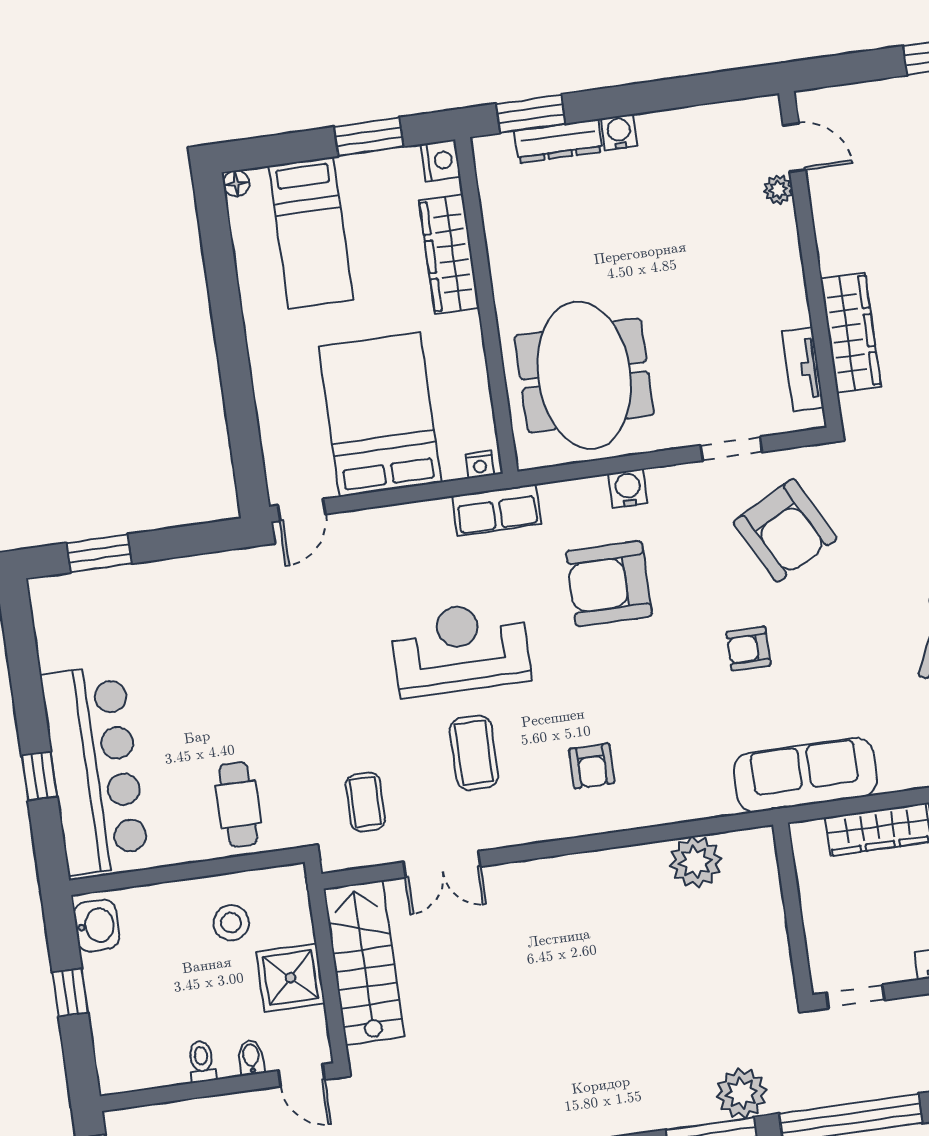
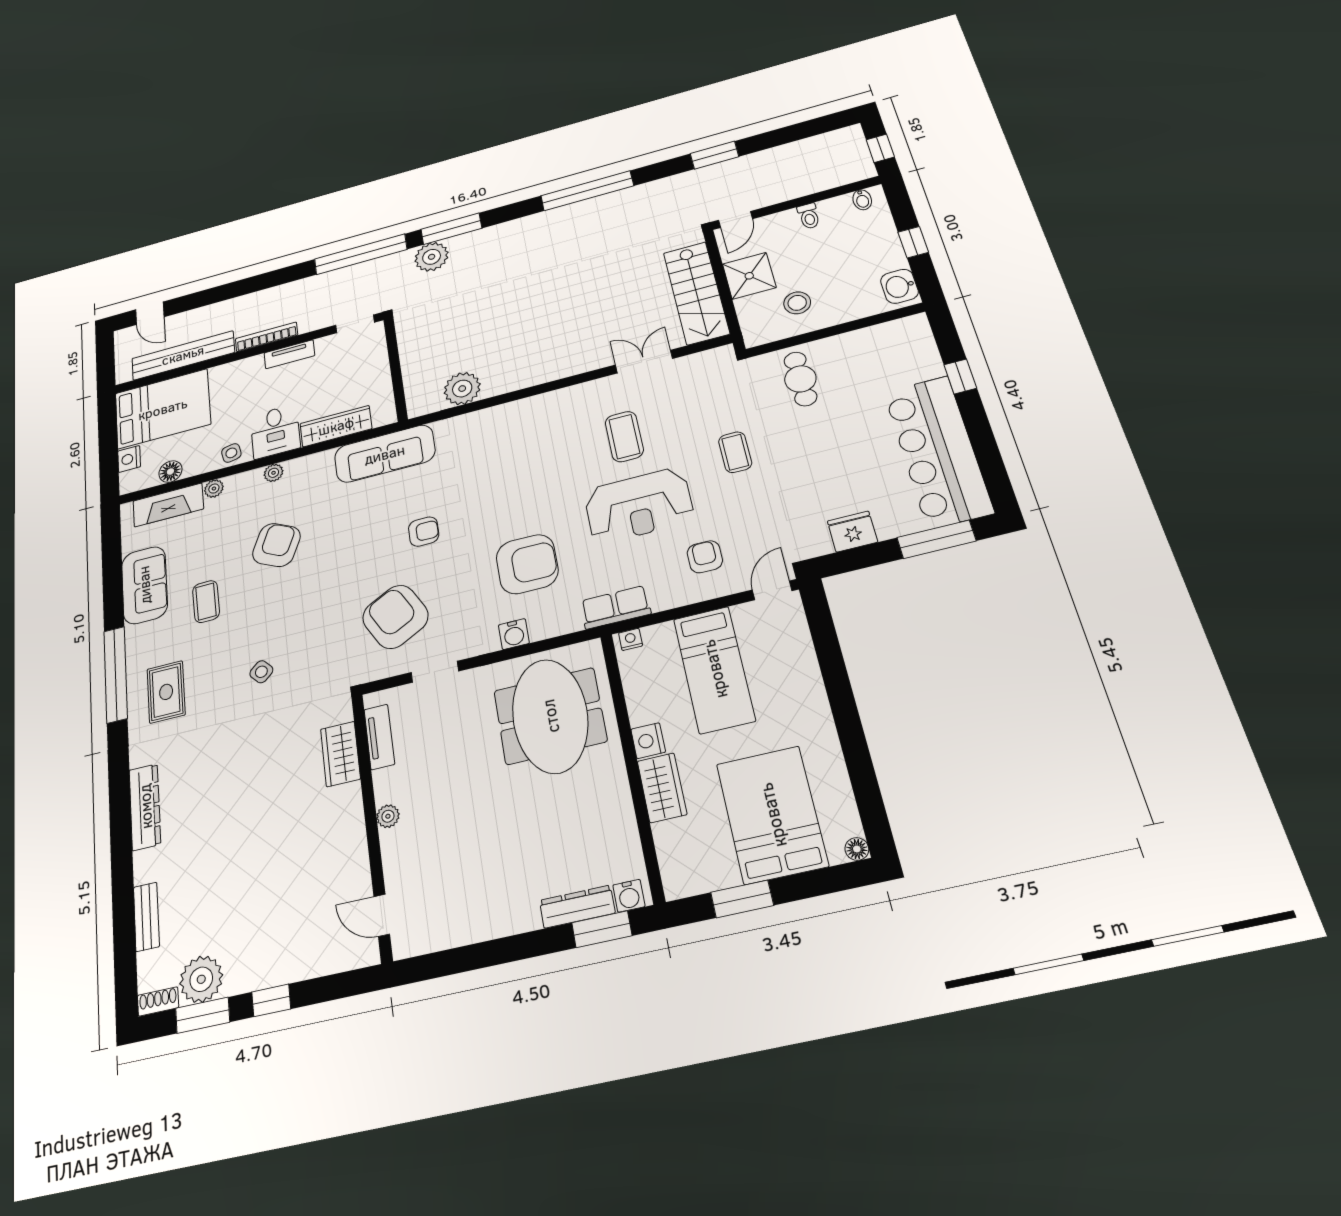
water cooler: (619, 132) -> (629, 896), moved
nightstand: (441, 161) -> (648, 741), moved
plant: (778, 190) -> (388, 816), moved
bed: (311, 233) -> (772, 815), width x1.50
wardrobe: (449, 254) -> (662, 788), width x0.67
wardrobe: (851, 333) -> (340, 754), width x0.67
bed: (380, 414) -> (714, 669), width x0.67
window: (99, 553) -> (936, 539), width x1.44
fridge: (197, 577) -> (852, 532), added
armchair: (592, 766) -> (705, 557), moved
bar counter: (95, 770) -> (938, 451), moved
coffee table: (365, 802) -> (735, 452), moved
bidet: (251, 1057) -> (862, 200), moved
door: (302, 1075) -> (735, 219), swing flipped

